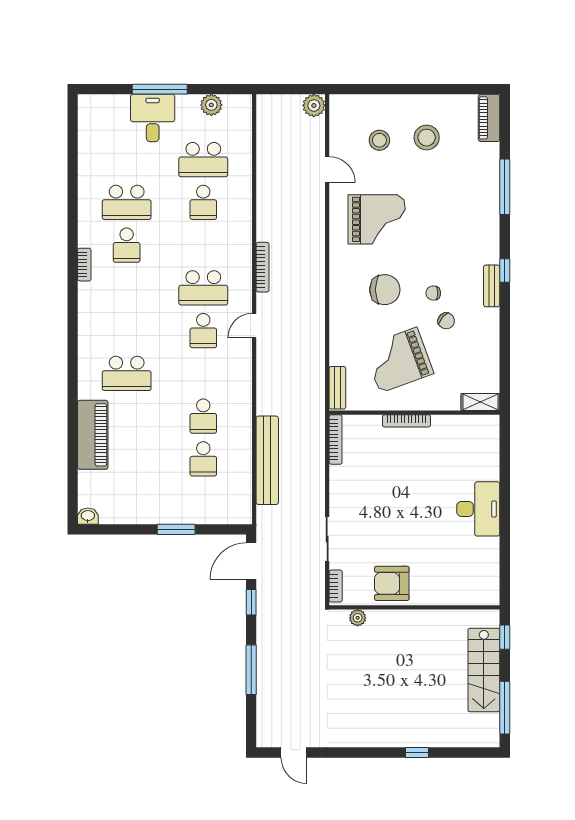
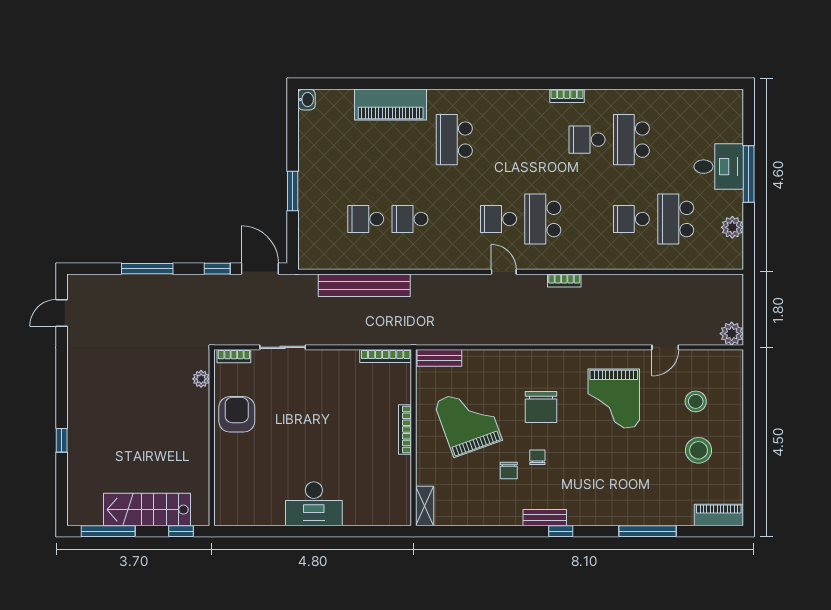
bookcase: (263, 267) -> (564, 280), width x0.64
chair: (446, 321) -> (509, 471), turned -41

